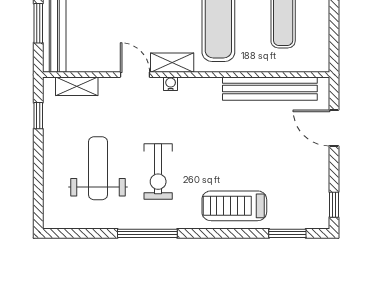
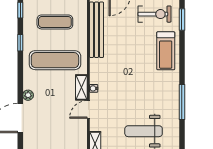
exercise bike: (158, 172) -> (155, 14), moved

